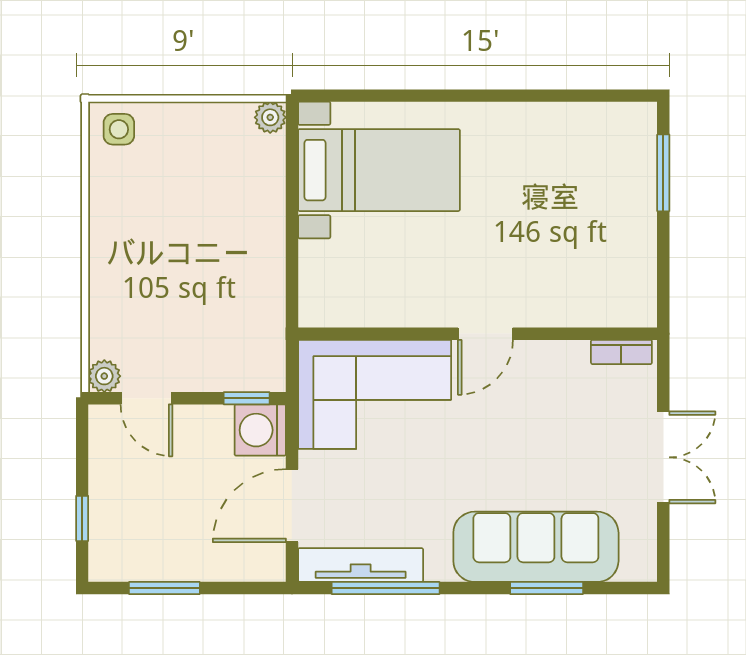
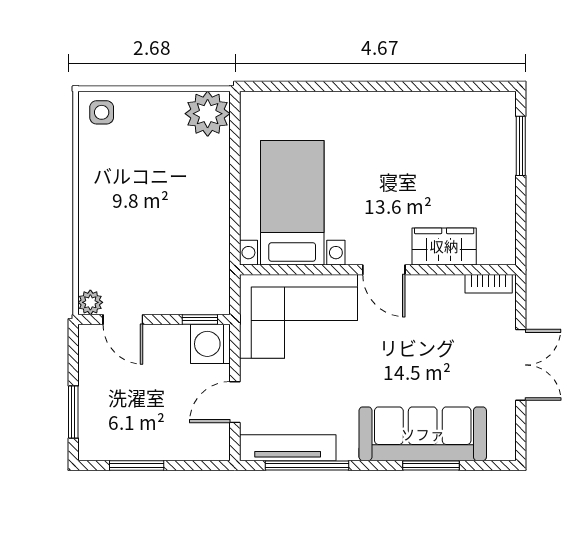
plant: (270, 117) -> (208, 114), width x1.88, depth x1.88
bed with nightstands: (379, 170) -> (292, 203), moved, turned -90
wardrobe: (564, 303) -> (444, 246), added
door: (485, 334) -> (384, 270), hinge flipped
door: (292, 506) -> (235, 402), width x0.73
window: (82, 518) -> (73, 412), width x1.50

